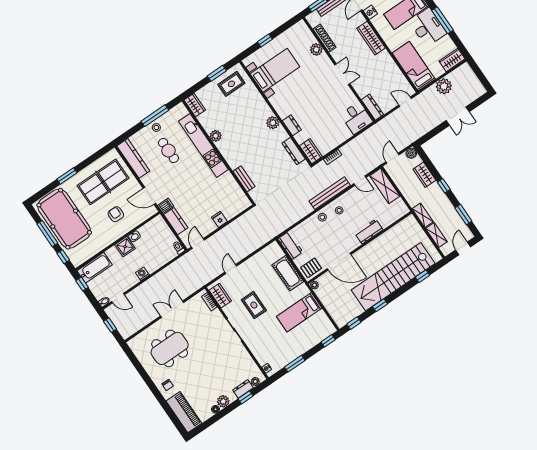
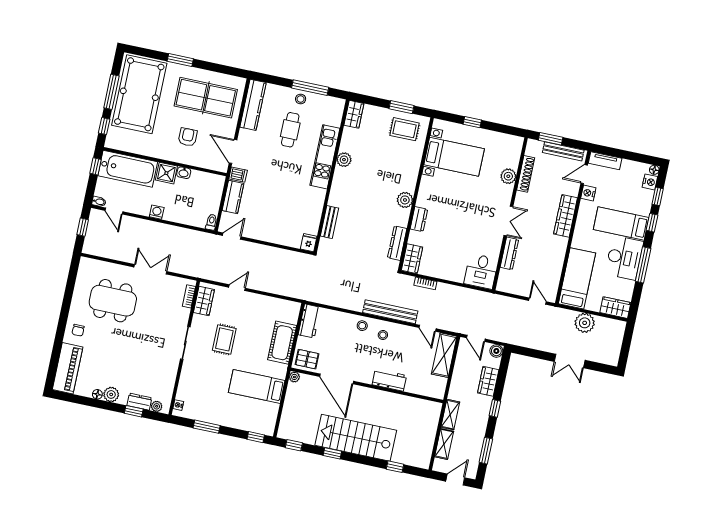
dresser: (372, 107) -> (509, 253), moved
kitchen unit: (203, 145) -> (325, 157), width x0.73
door: (393, 158) -> (476, 338), swing flipped
fridge: (219, 219) -> (309, 243), moved
bathtub: (95, 268) -> (128, 169), width x1.36, depth x1.36
stairs: (393, 277) -> (356, 438), width x0.73

